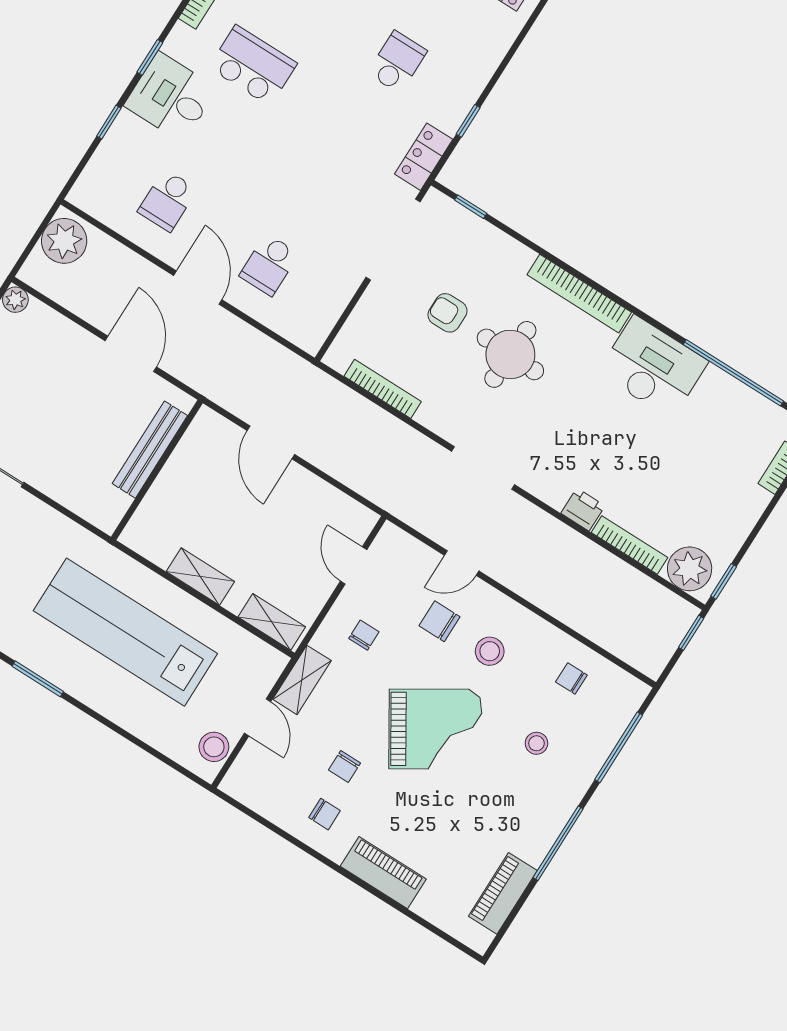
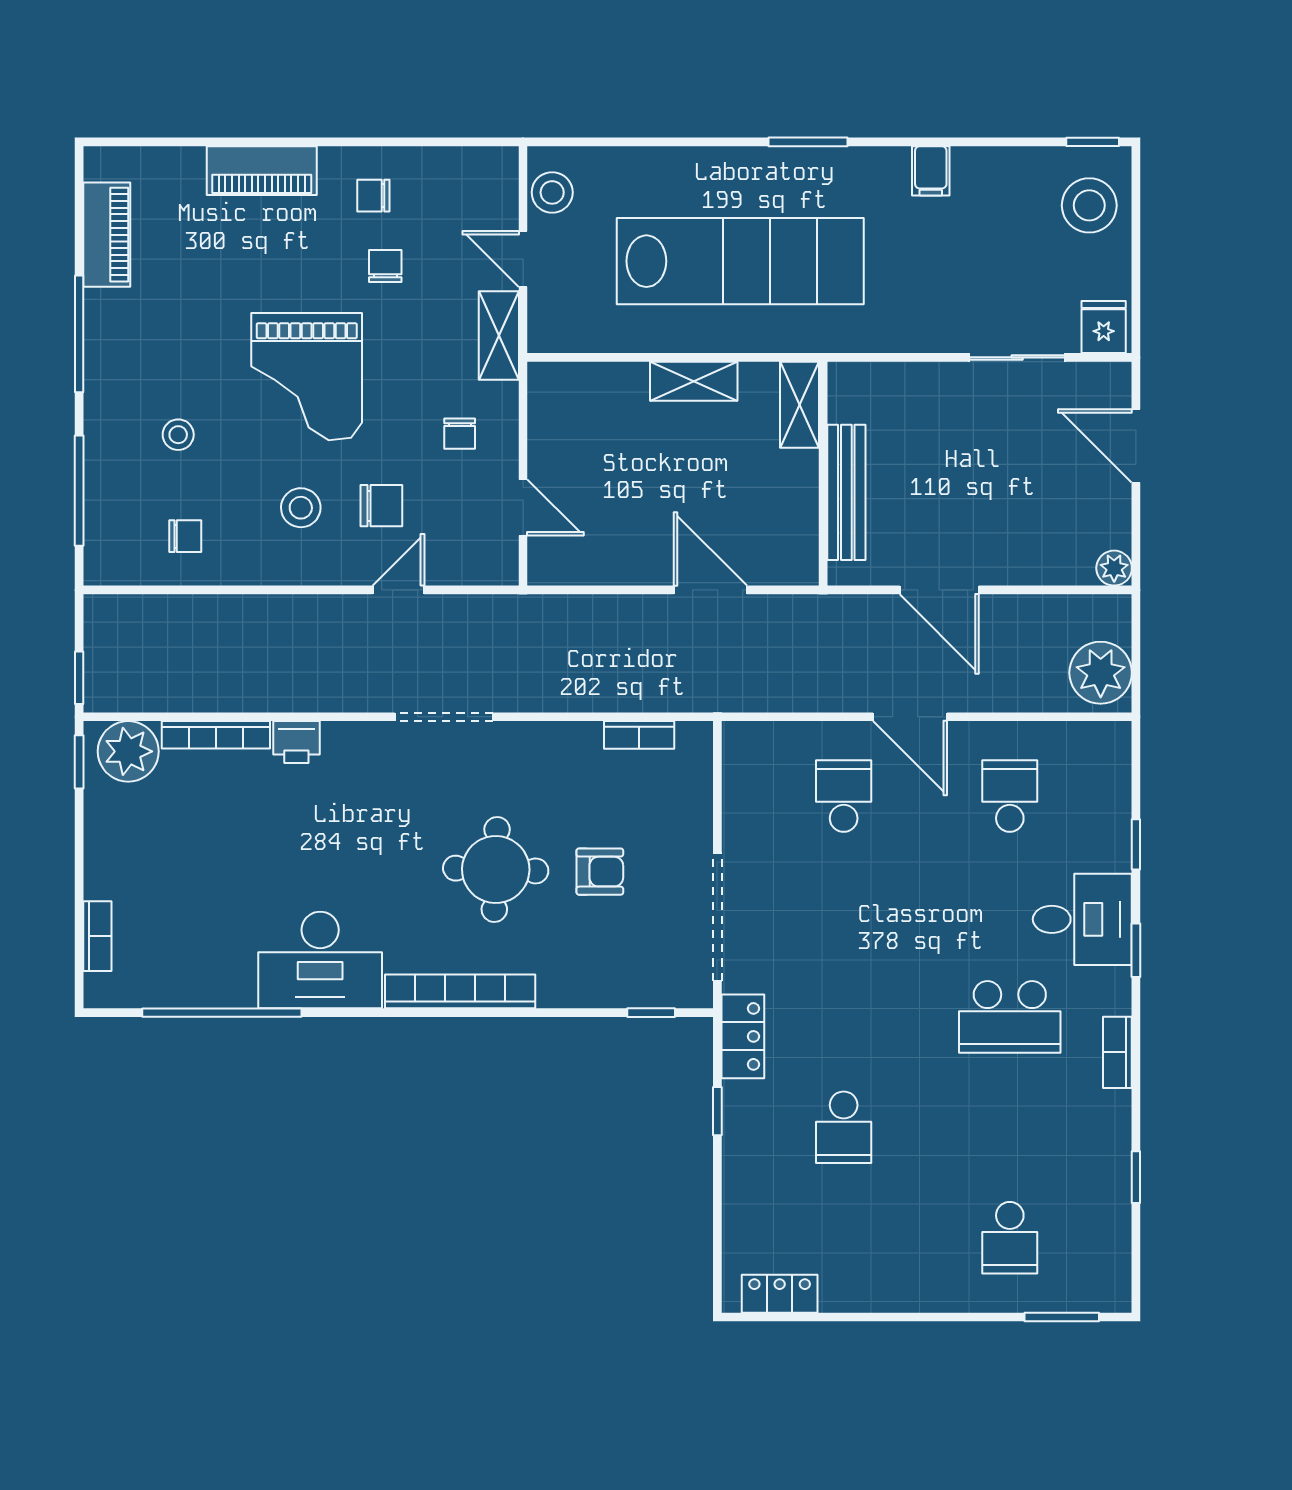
bookcase: (383, 389) -> (639, 735), width x0.64
shelving: (272, 622) -> (800, 405), moved, turned 90
grand piano: (435, 729) -> (307, 377), turned -58

